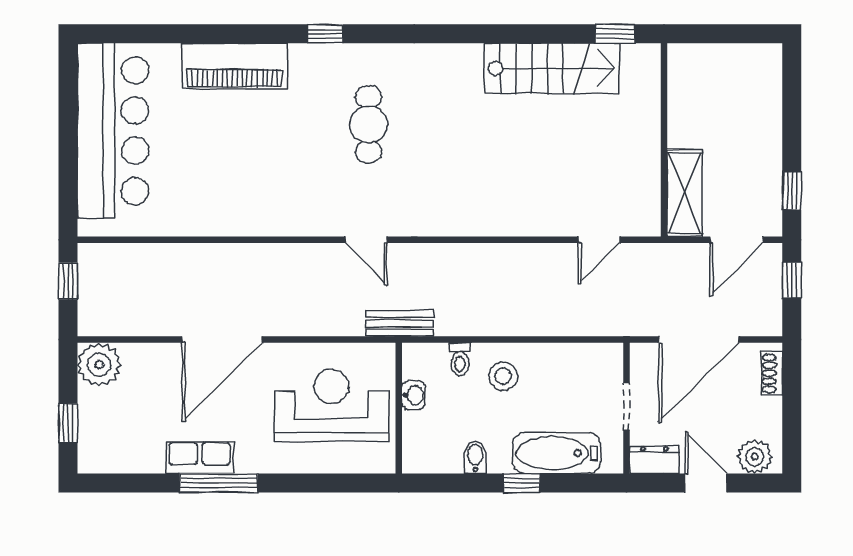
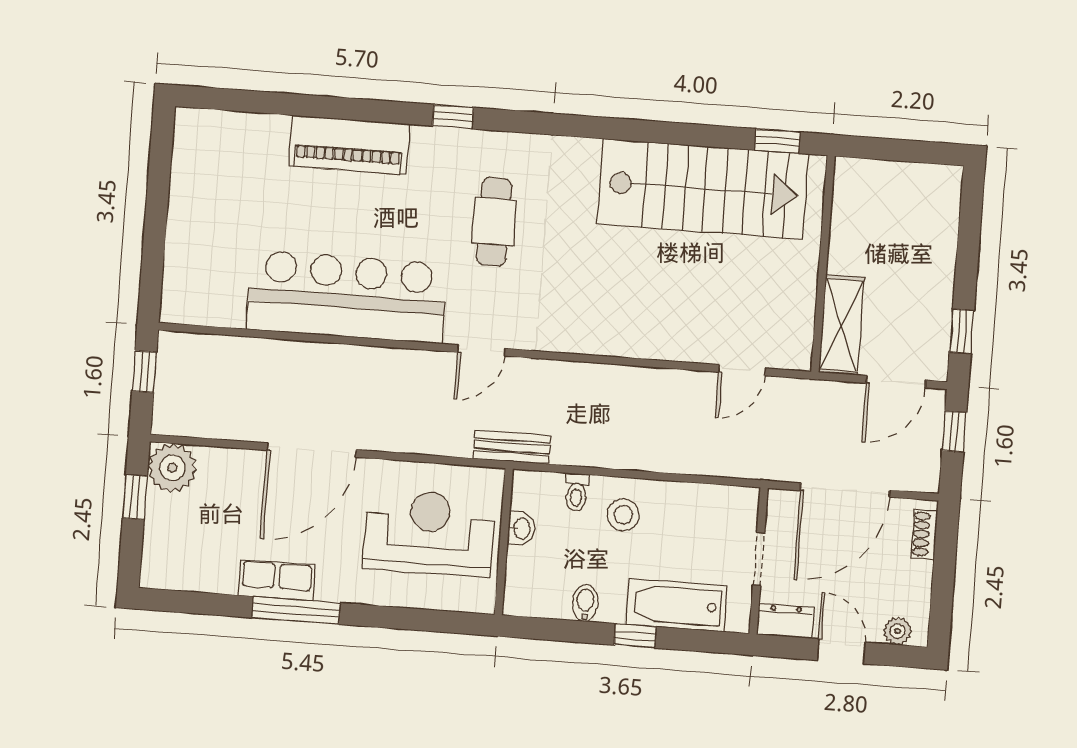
stairs: (552, 68) -> (703, 189), width x1.36, depth x1.51
bar counter: (113, 131) -> (347, 297), moved, turned -90
door: (366, 240) -> (481, 350), hinge flipped
window: (68, 423) -> (135, 497), moved
plant: (755, 457) -> (898, 631), width x0.73, depth x0.73

